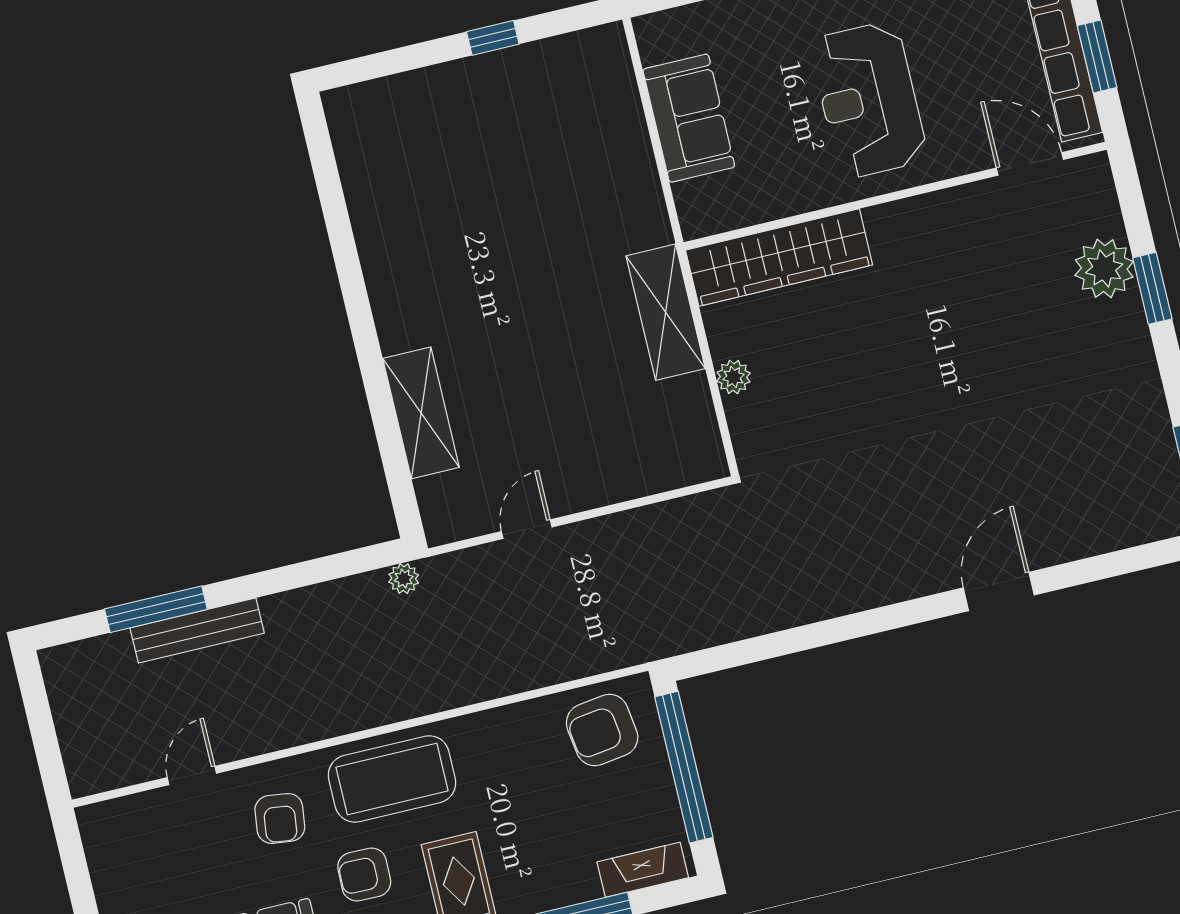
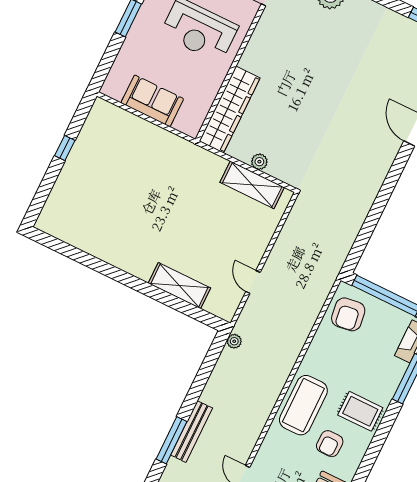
shelving: (666, 312) -> (252, 185), moved
armchair: (280, 818) -> (284, 458), removed

